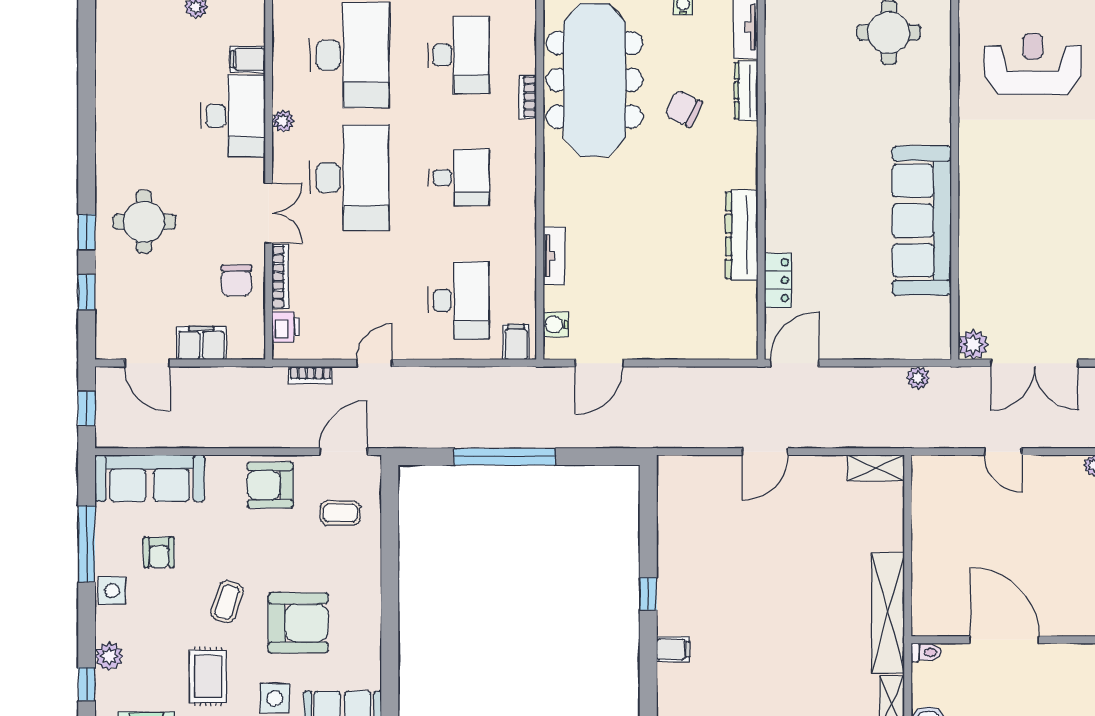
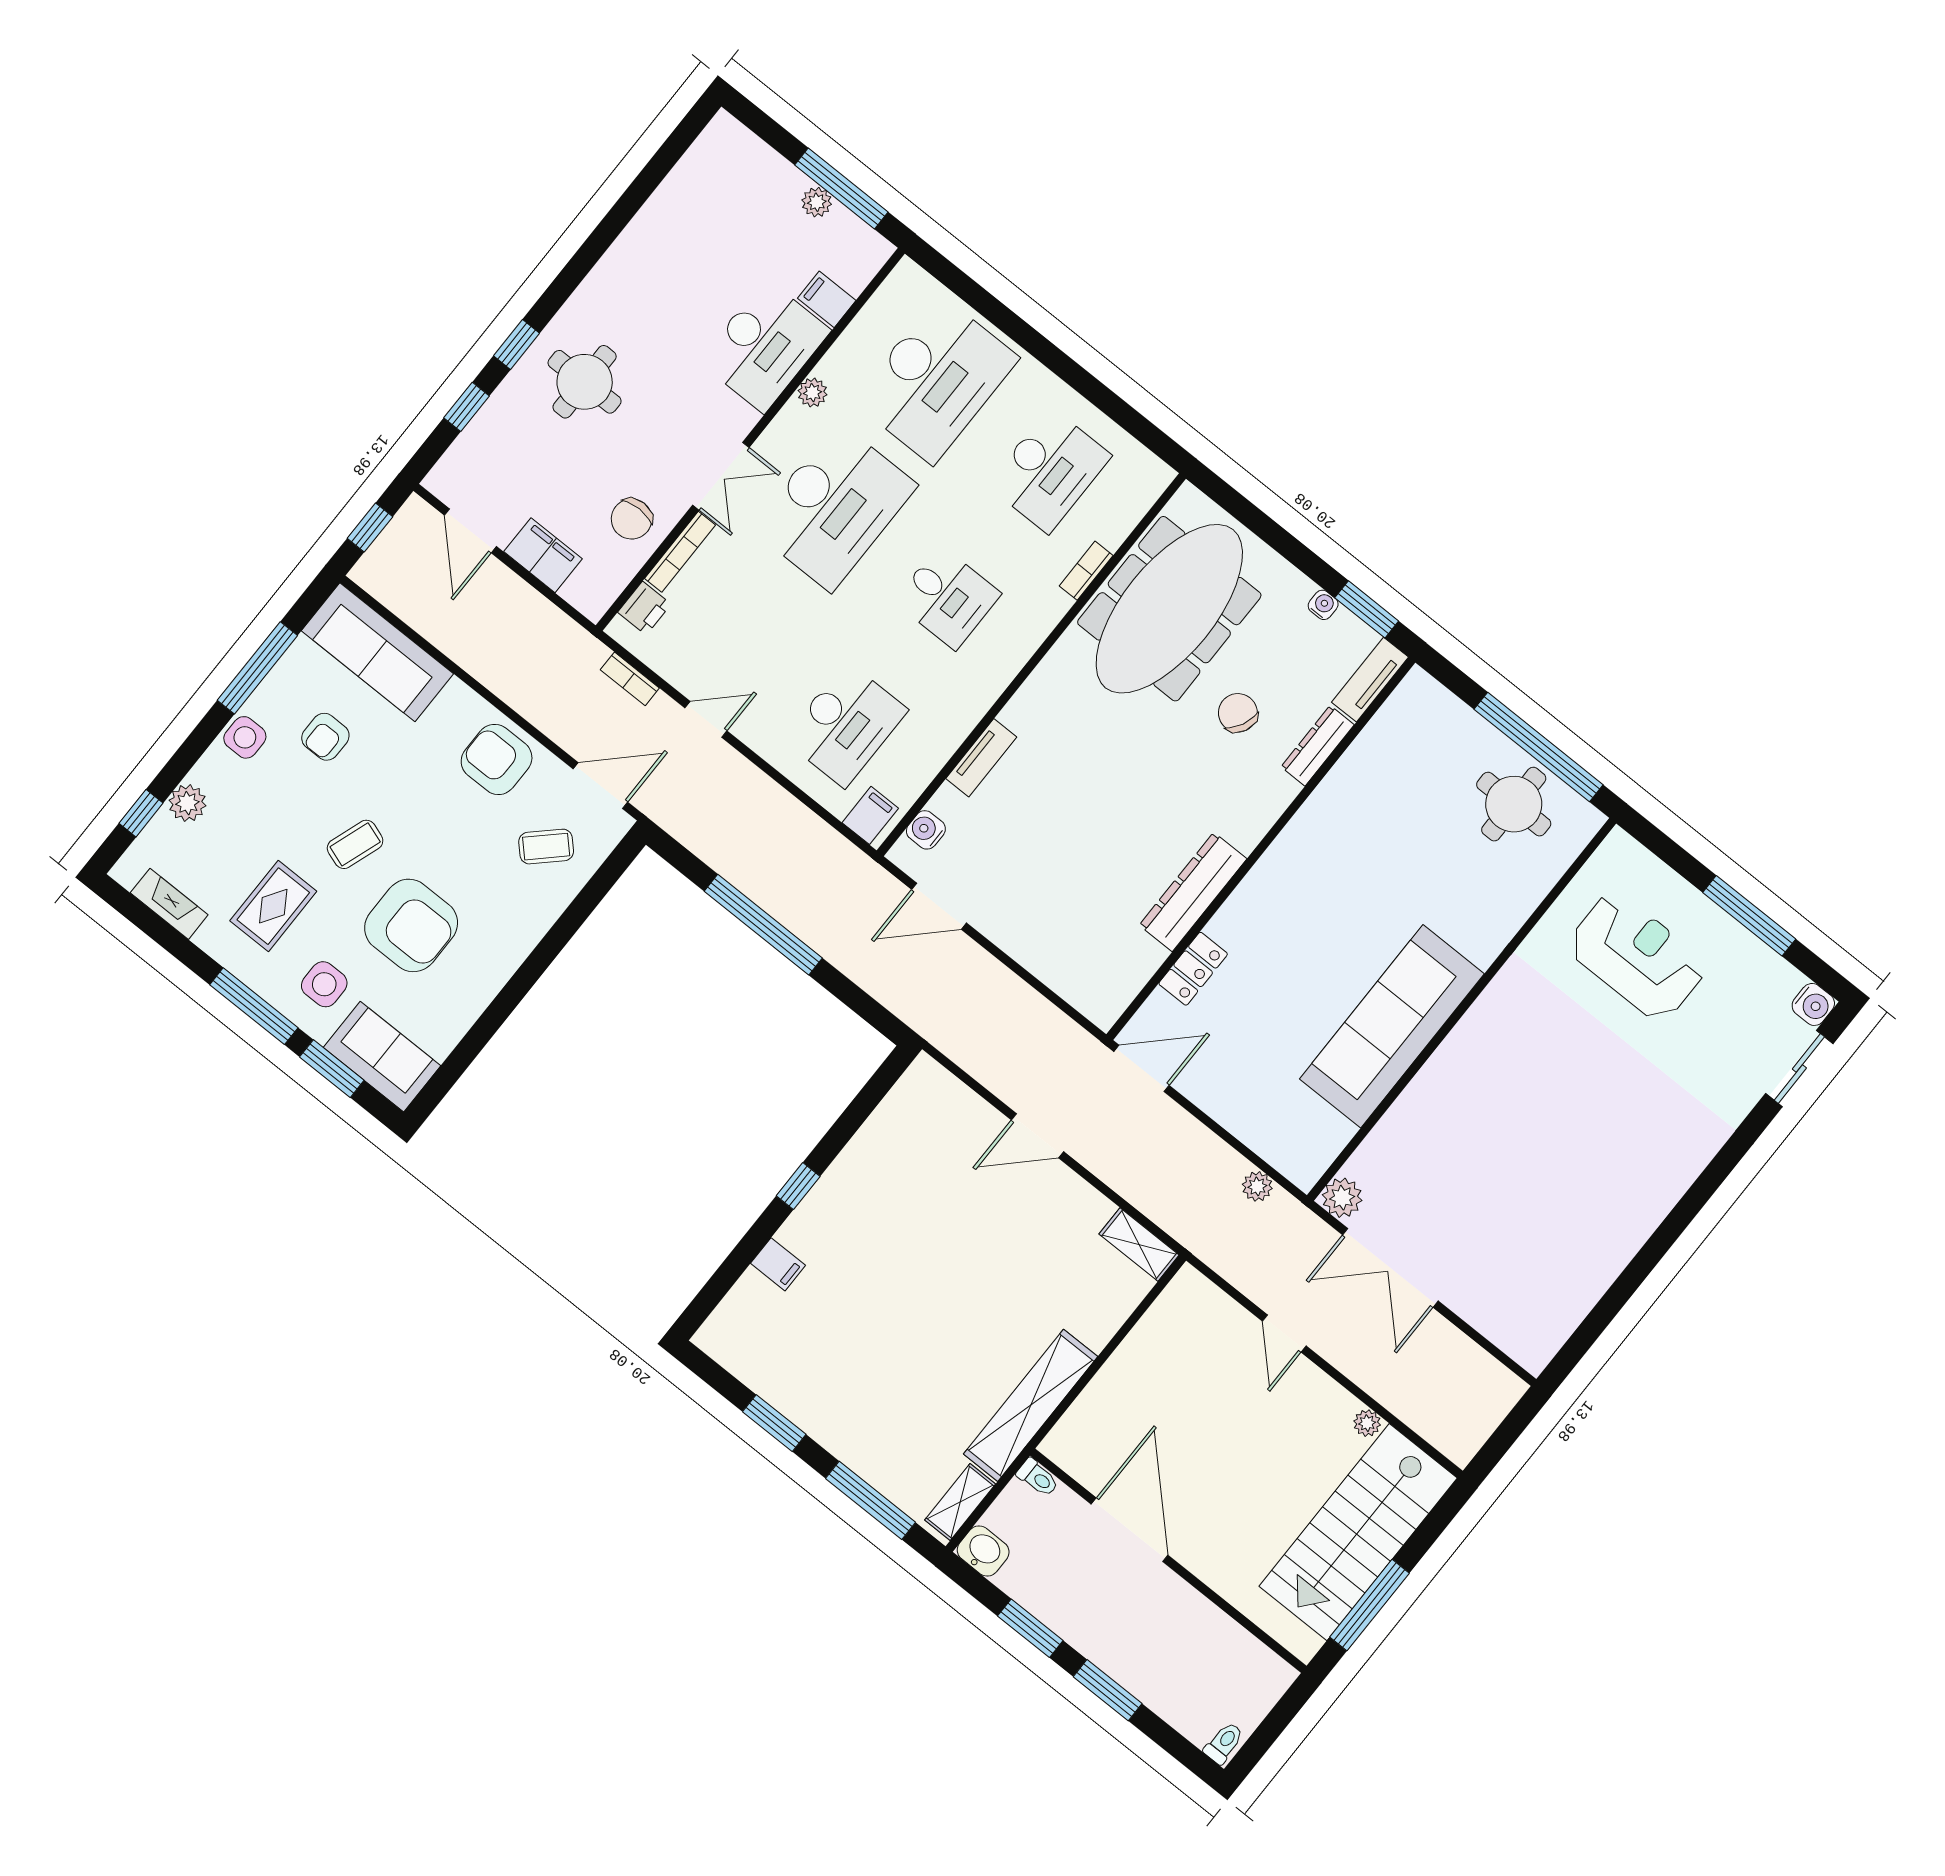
coffee table: (340, 513) -> (546, 847), turned -44

